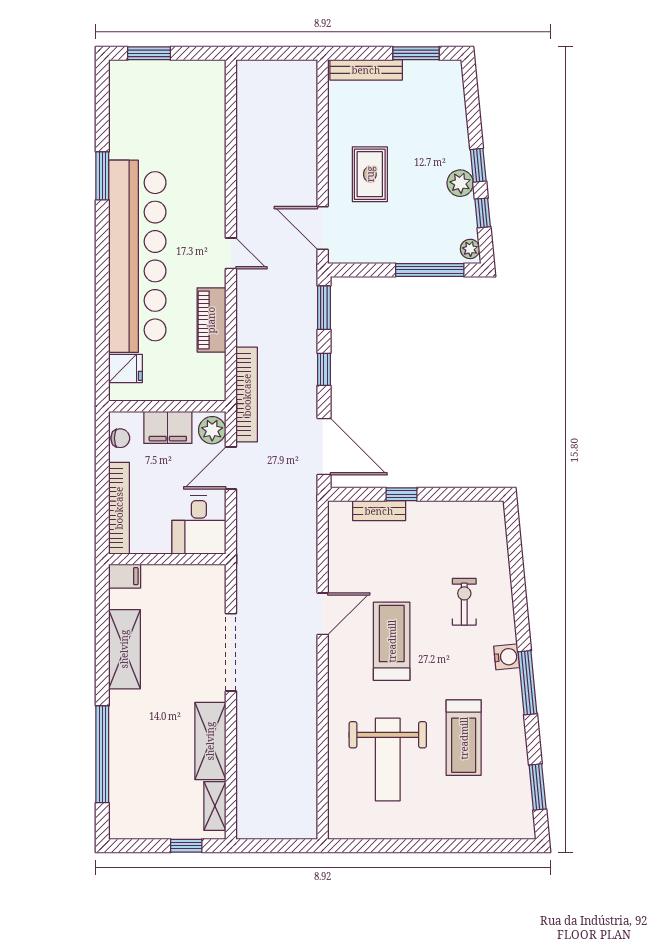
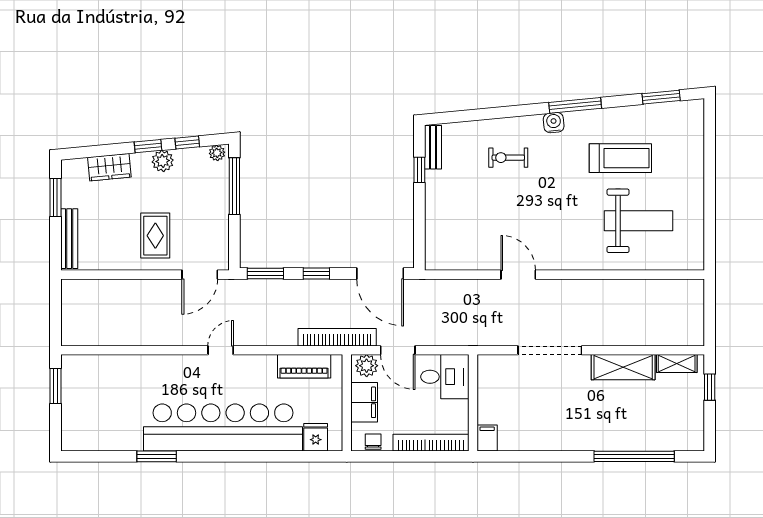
window: (149, 53) -> (55, 386), moved
wardrobe: (453, 119) -> (109, 167), added
rug: (370, 174) -> (155, 236), turned 90
piano: (211, 320) -> (304, 366), moved
door: (324, 446) -> (380, 274), swing flipped
window: (402, 494) -> (419, 170), moved
bench: (379, 511) -> (433, 147), moved
treadmill: (392, 641) -> (541, 218), removed
shelving: (124, 649) -> (547, 438), removed

